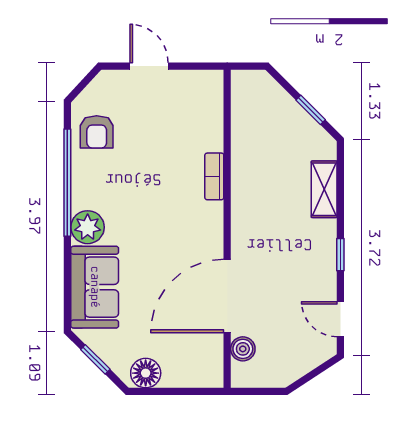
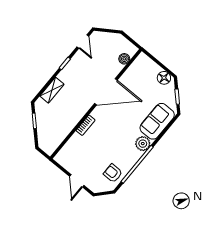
armchair: (97, 132) -> (113, 173), turned -90
door: (227, 296) -> (106, 92), moved

